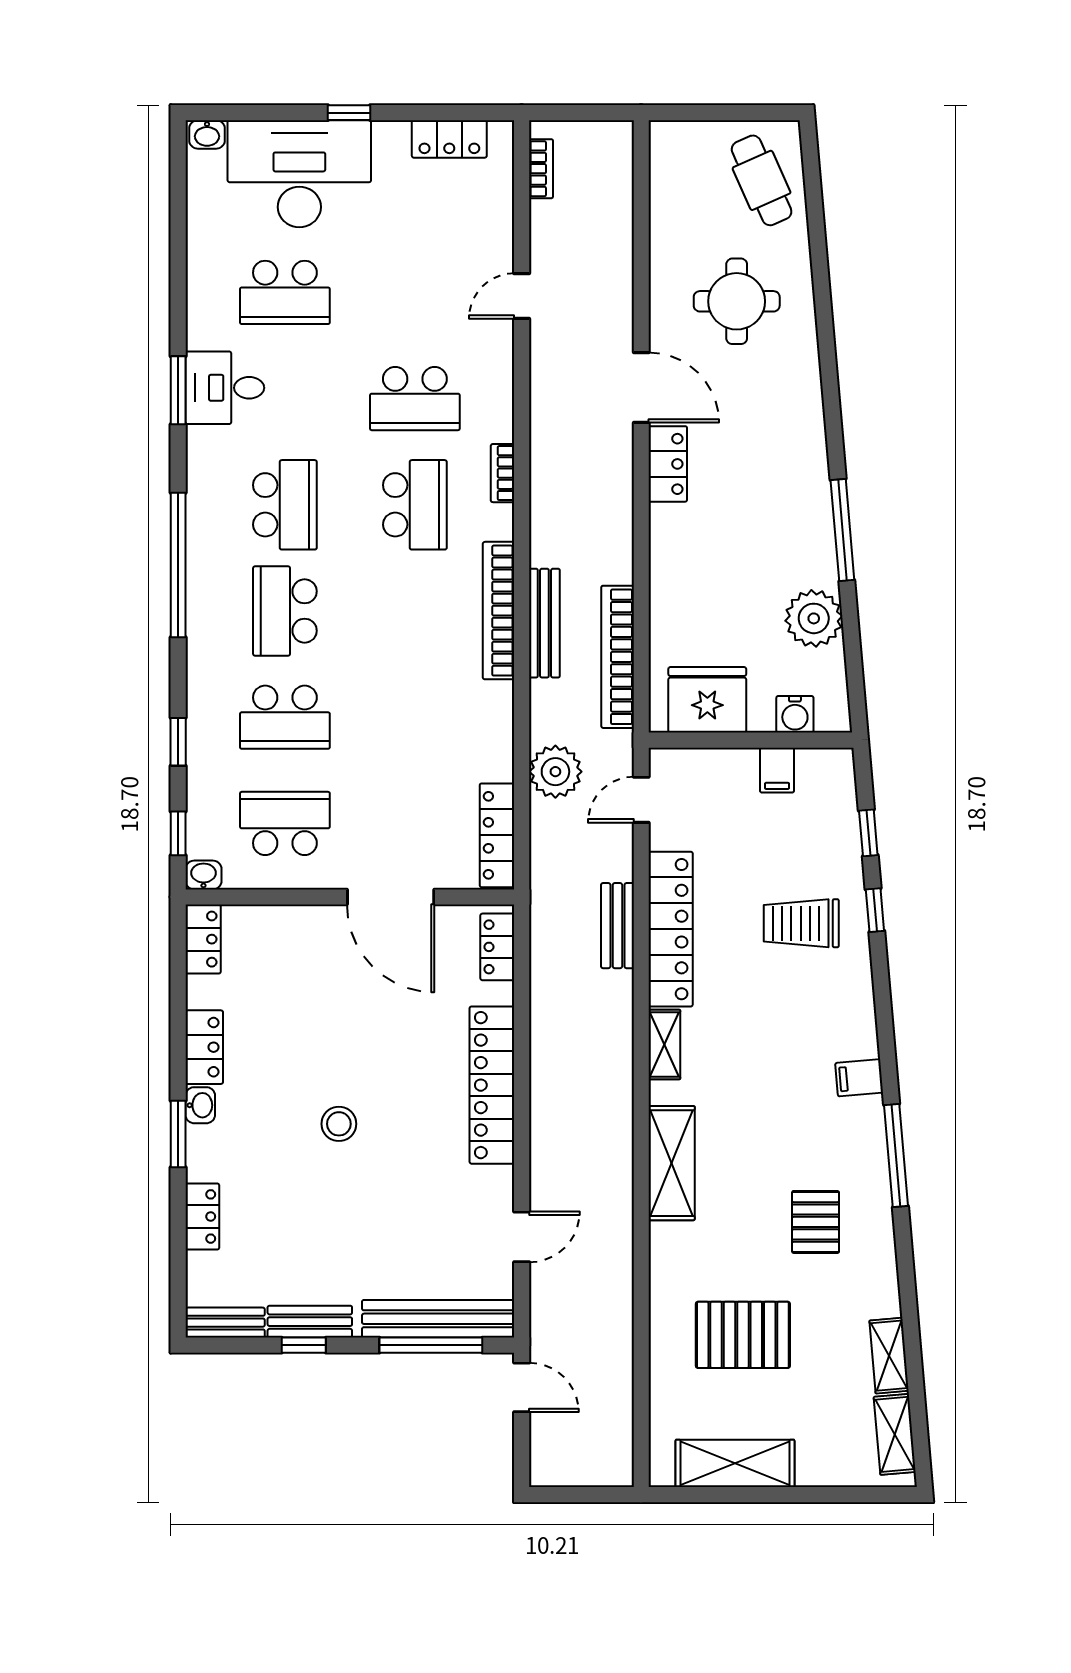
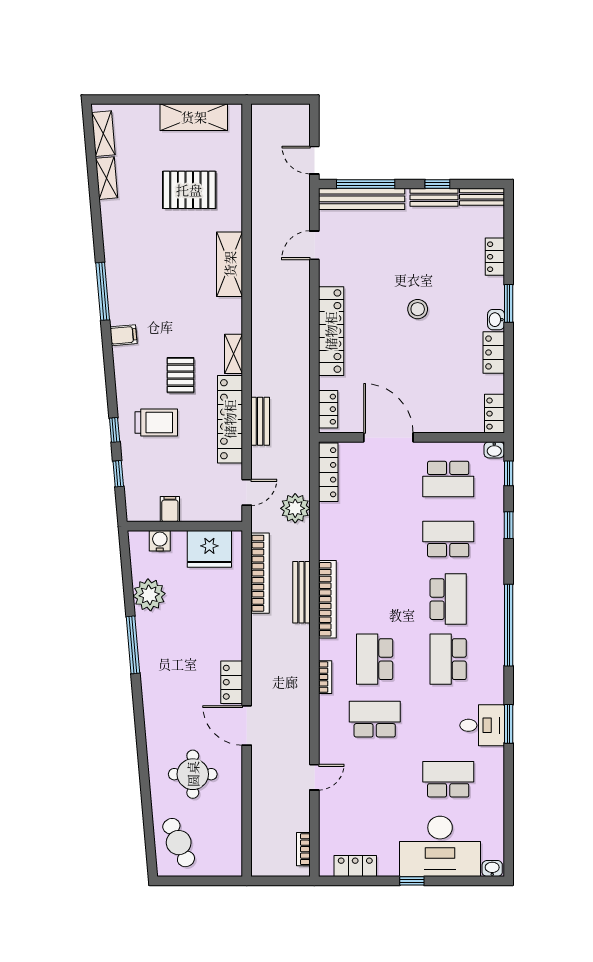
shelving: (672, 1163) -> (230, 264), moved
pallet: (816, 1222) -> (180, 375), moved

